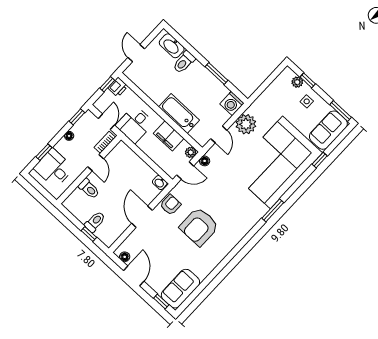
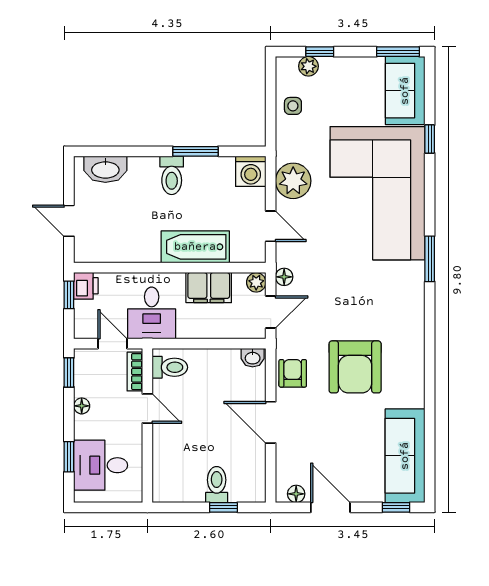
toilet: (184, 62) -> (172, 175), moved
side table: (307, 101) -> (293, 106), moved
toilet: (89, 189) -> (170, 367), moved
sofa: (180, 289) -> (405, 456), width x1.36

